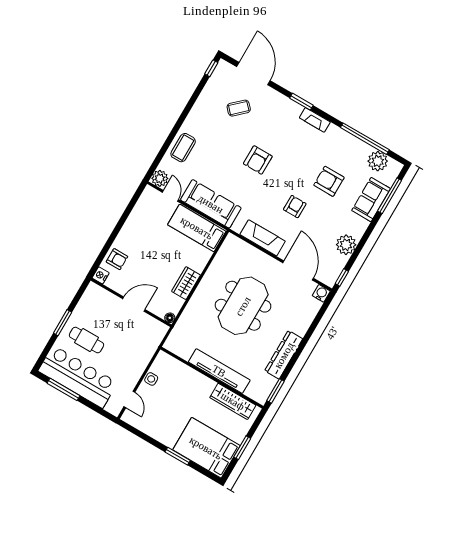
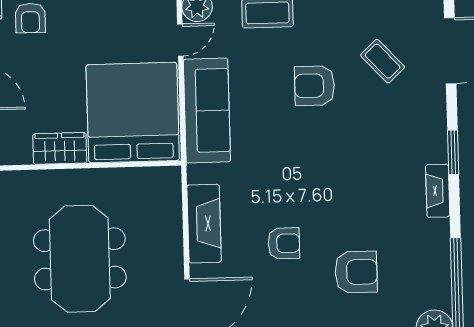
armchair: (258, 160) -> (315, 86), moved
armchair: (329, 181) -> (356, 272), turned 90
bed: (197, 228) -> (133, 113), width x2.04
meeting table: (243, 306) -> (80, 259), turned 90

